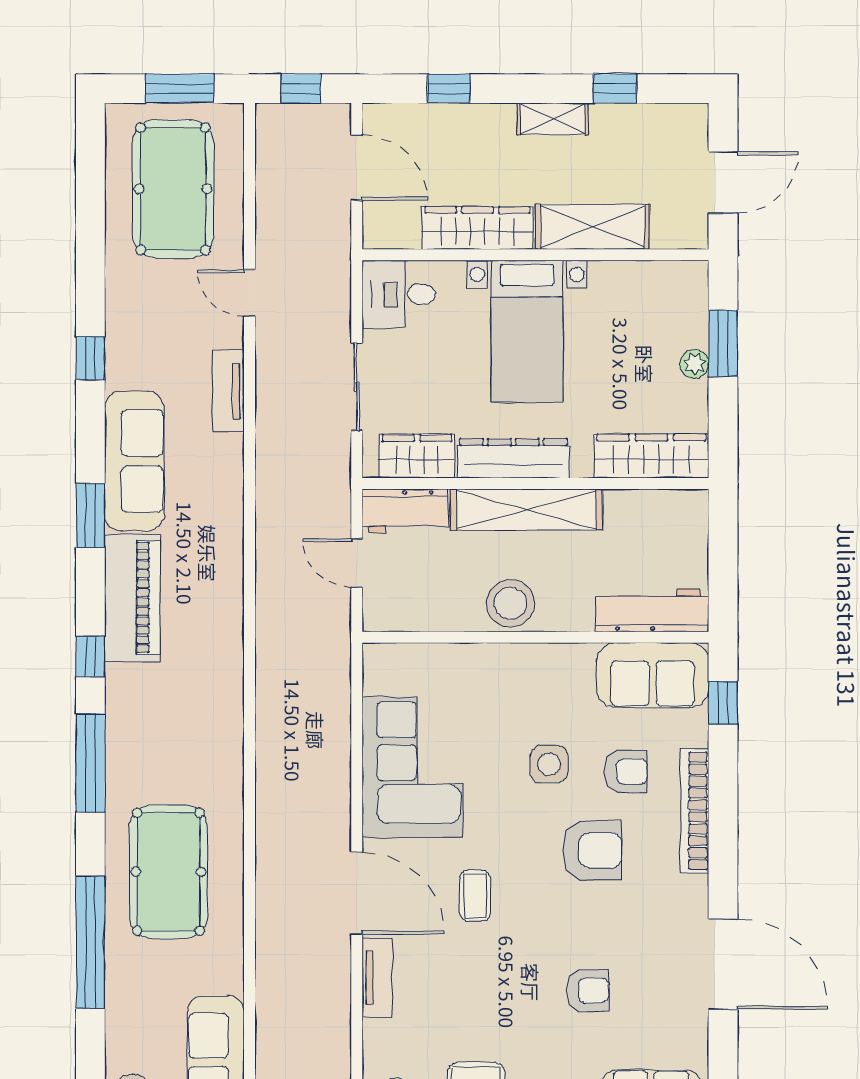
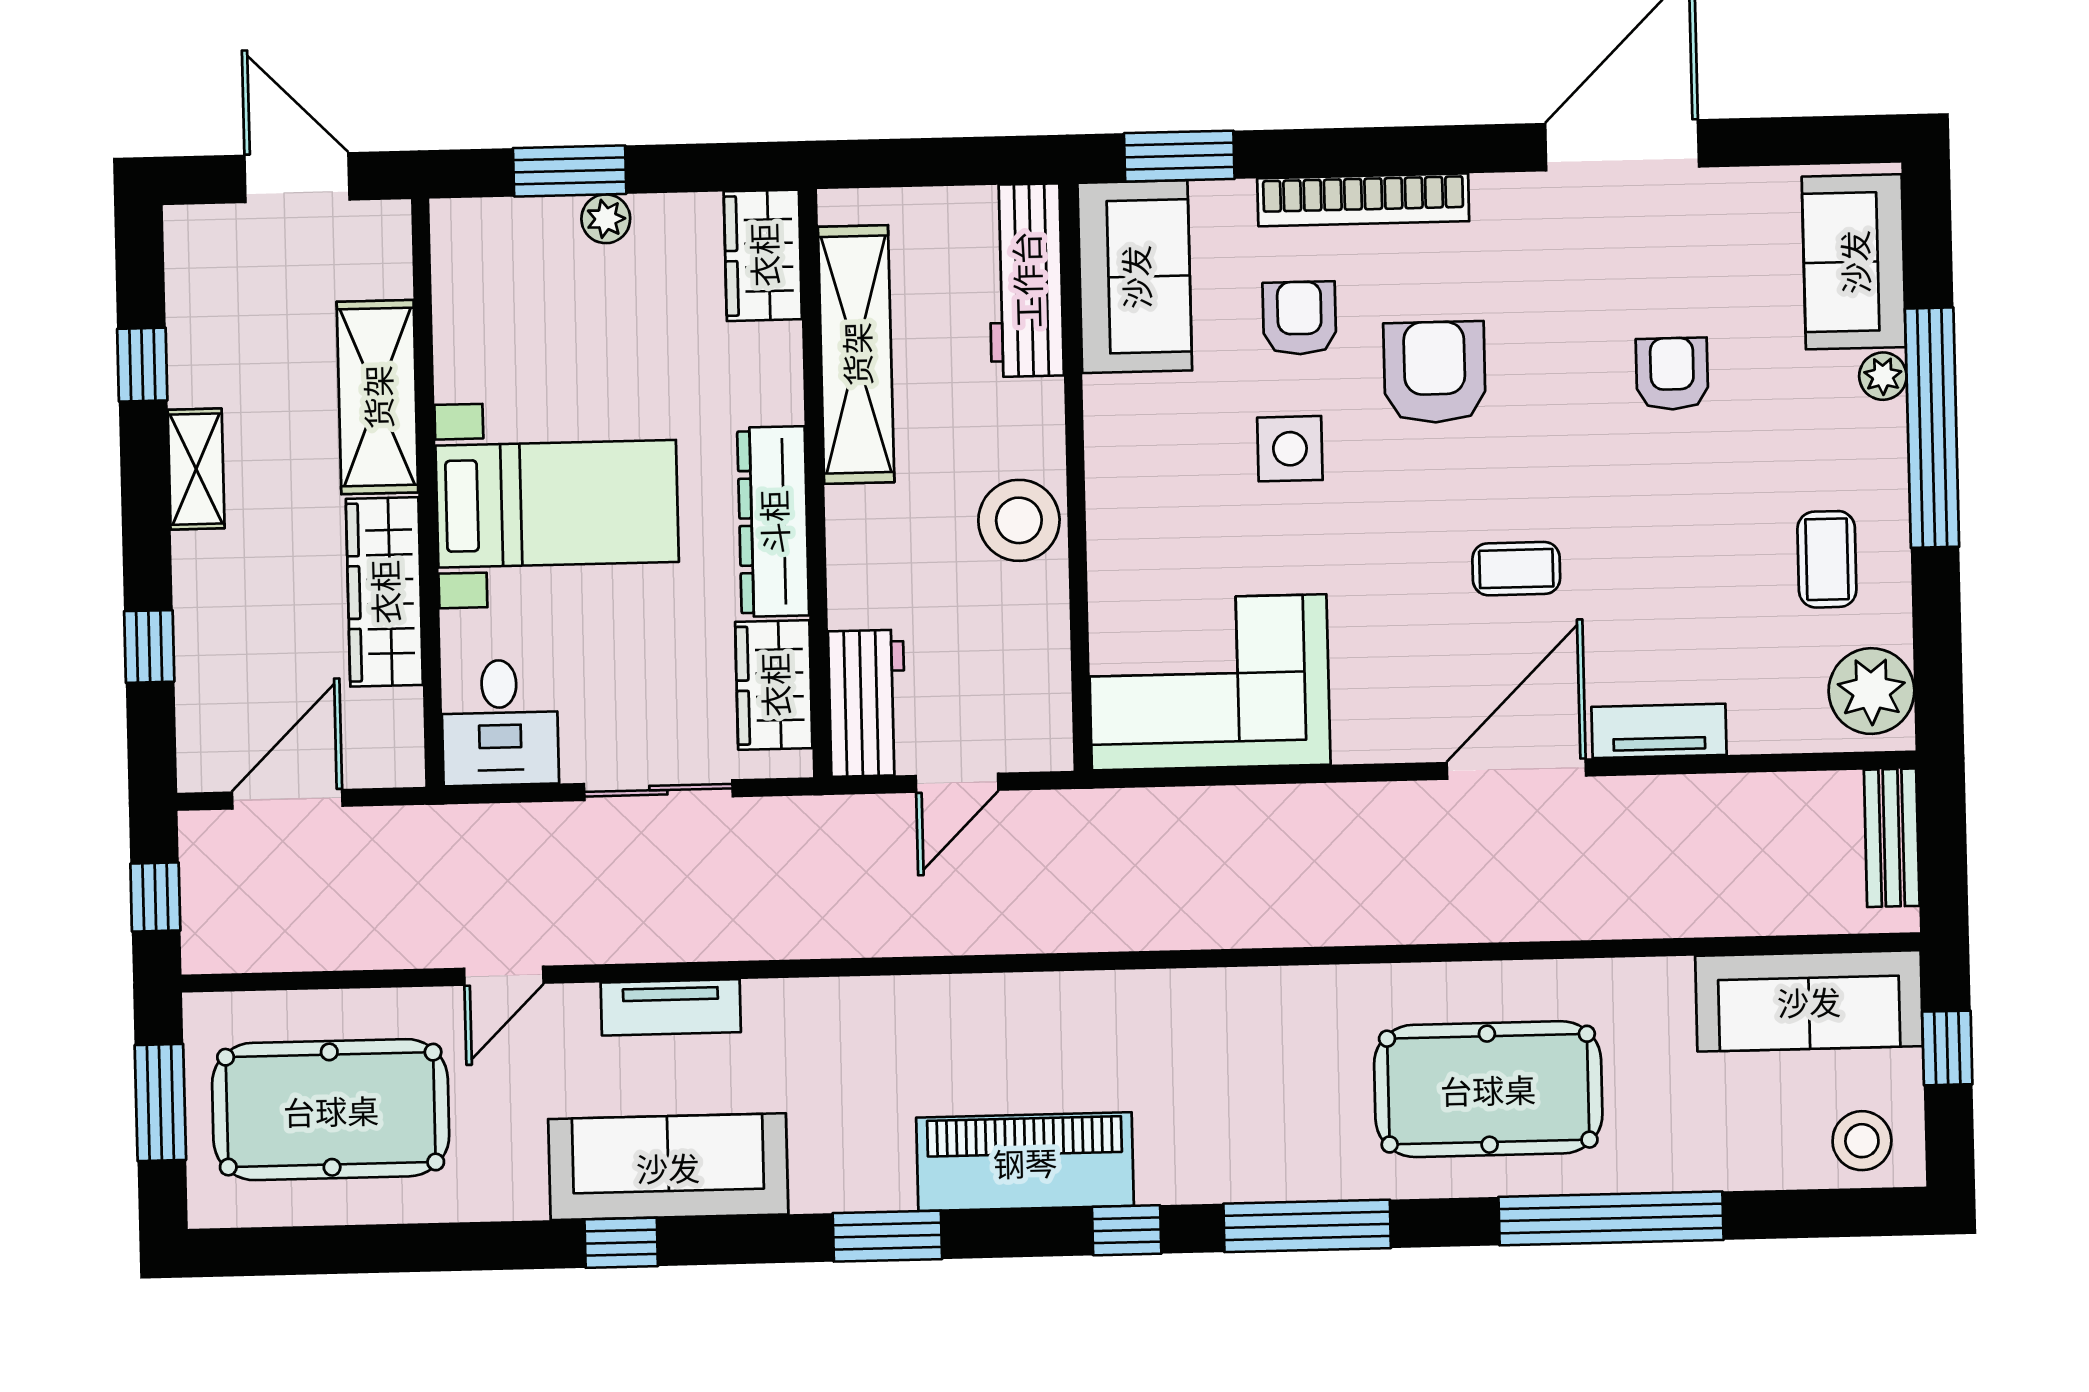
wardrobe: (651, 456) -> (763, 255), width x0.67
sofa: (134, 461) -> (668, 1167), moved
shelving: (527, 510) -> (856, 354), moved
window: (723, 703) -> (1179, 156), width x1.50
corner sofa: (412, 767) -> (1209, 682), moved

